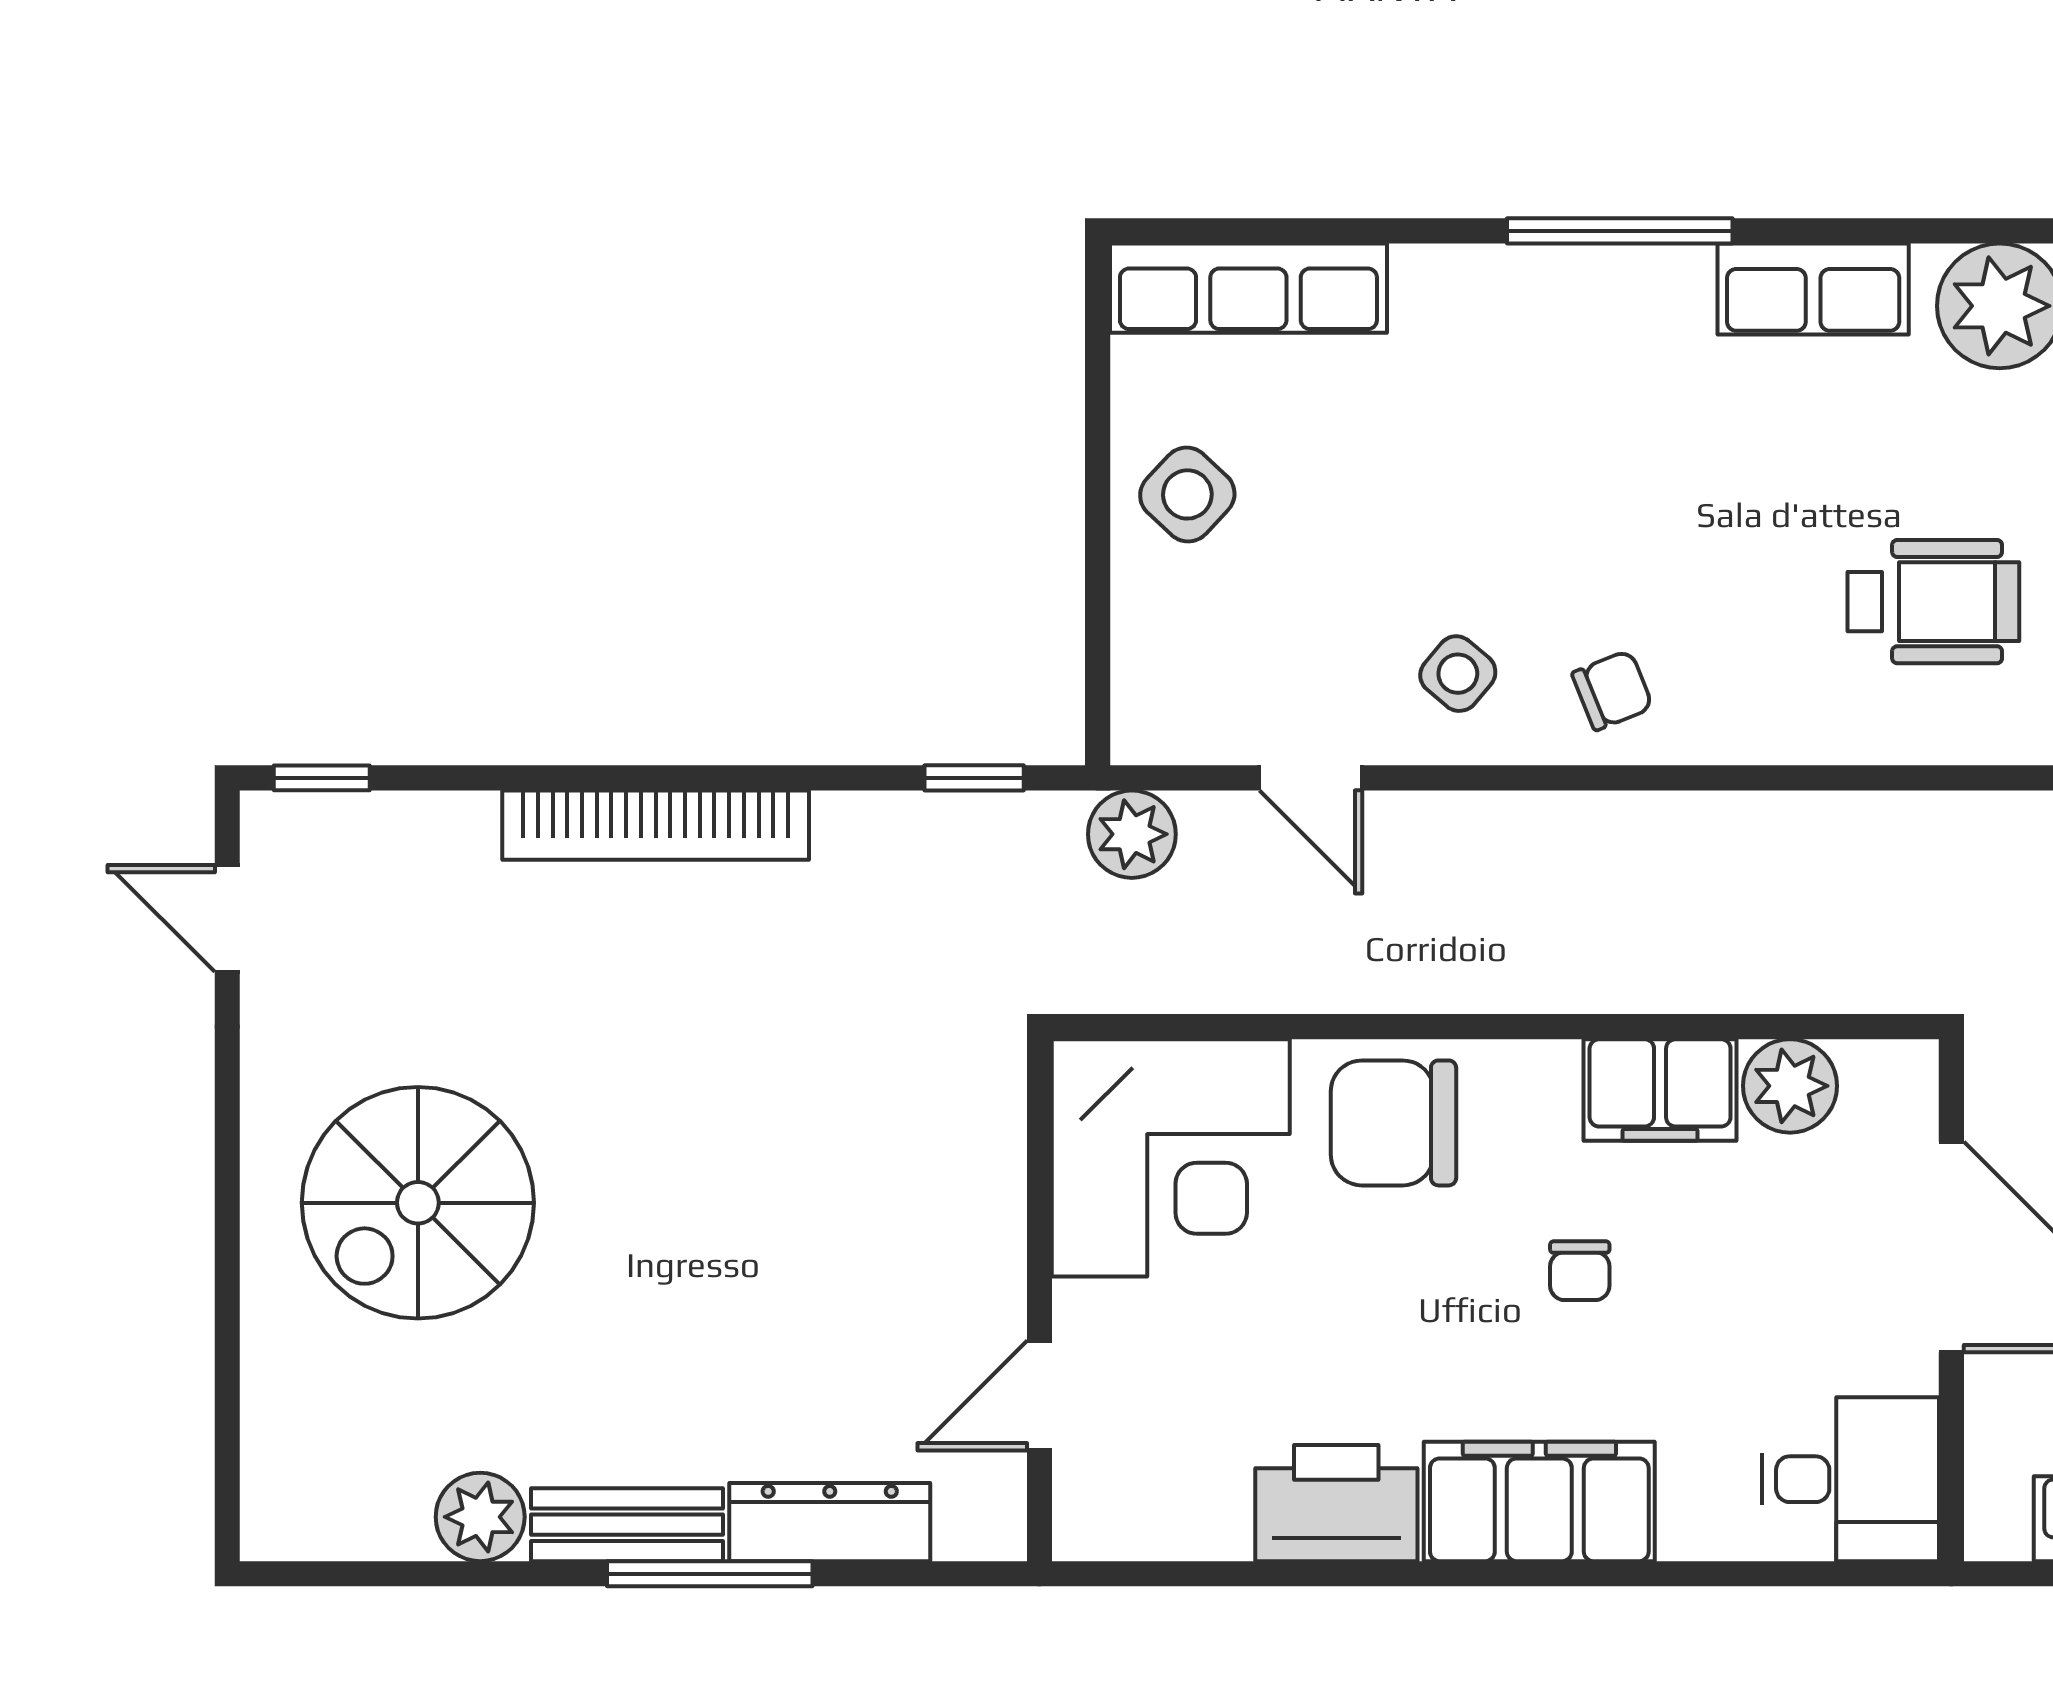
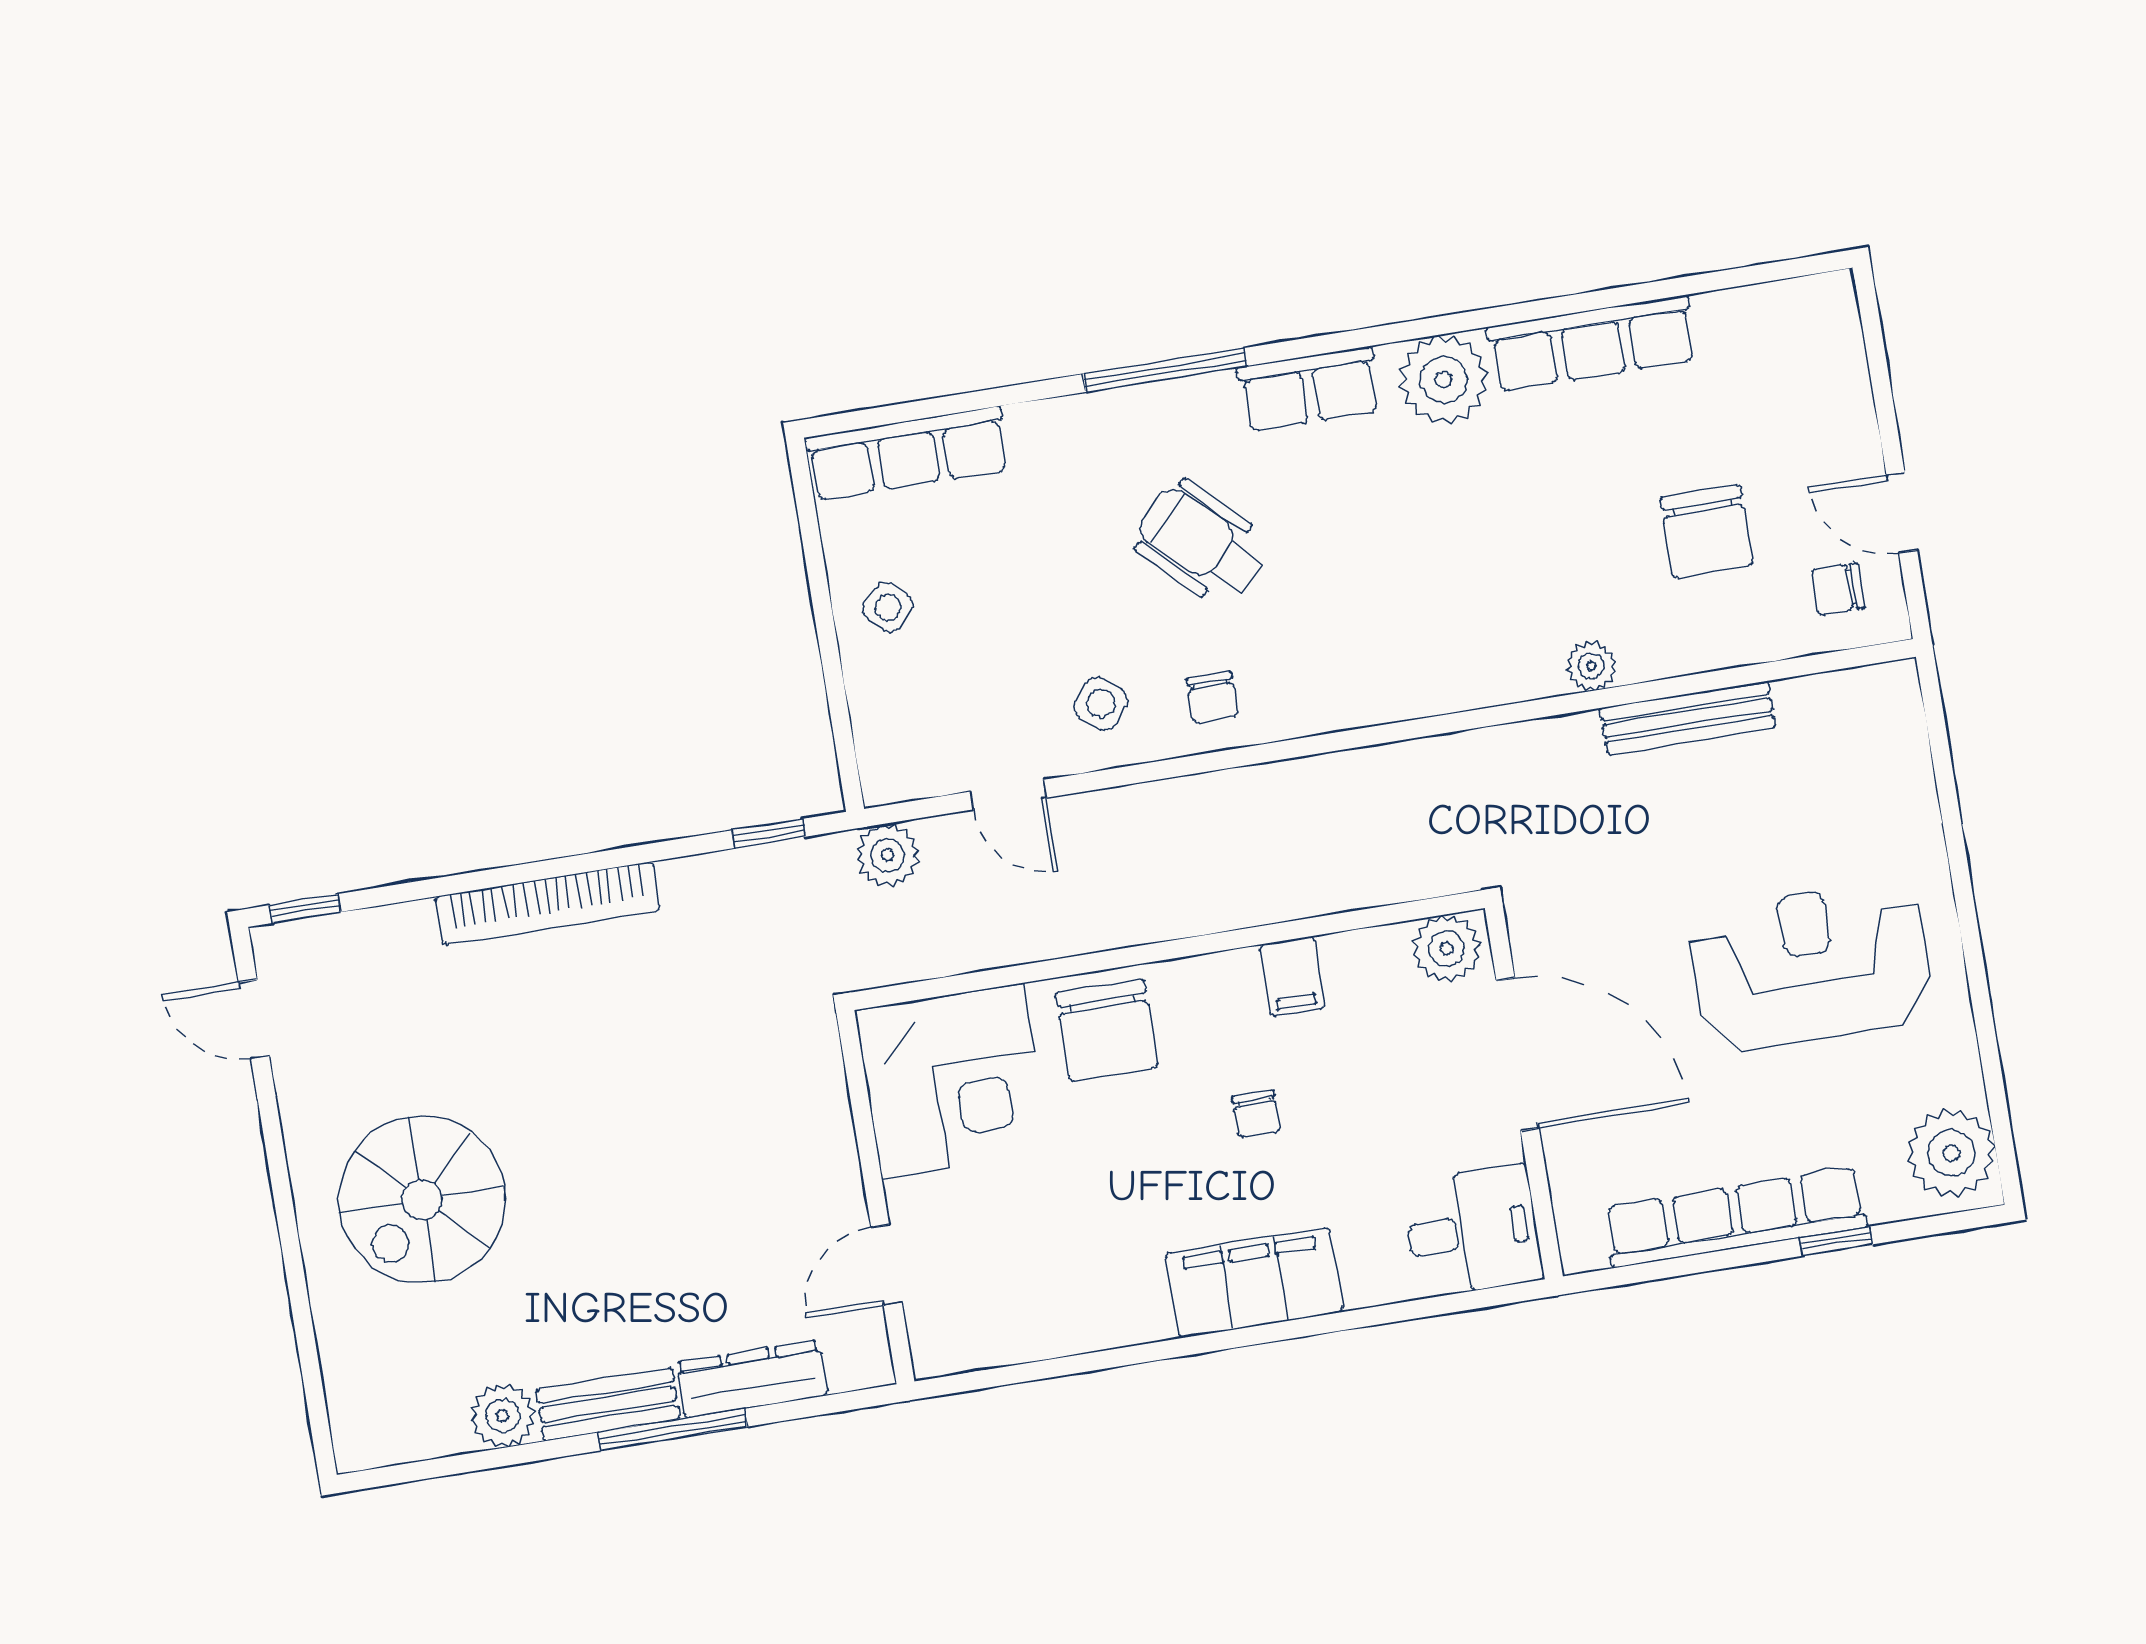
side table: (1187, 494) -> (888, 607), width x0.73, depth x0.73
wheelchair: (1933, 602) -> (1202, 543), moved, turned -136
chair: (1612, 690) -> (1213, 698), turned 112
plant: (1790, 1086) -> (1447, 948), moved
filing cabinet: (1660, 1090) -> (1292, 976), width x0.50
chair: (1394, 1123) -> (1107, 1030), turned -90
printer: (1336, 1503) -> (1110, 1307), removed

